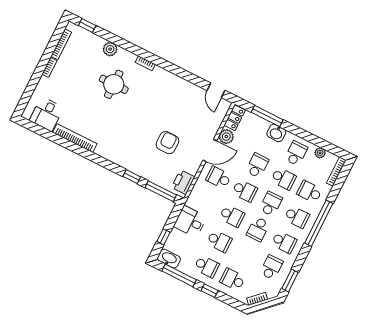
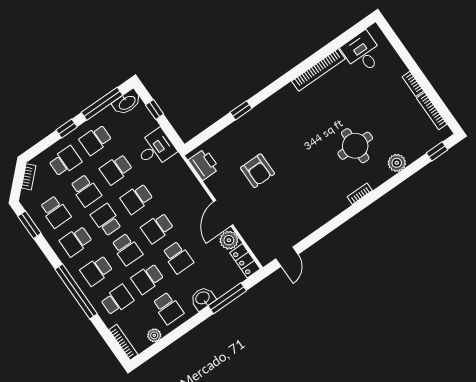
door: (216, 90) -> (287, 257), swing flipped
school desk: (219, 178) -> (86, 191), moved, turned 90
window: (161, 191) -> (207, 134), removed

